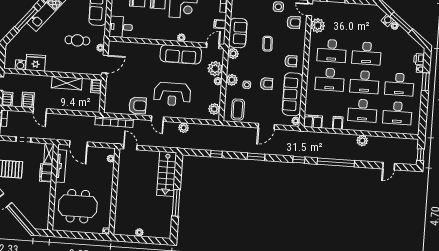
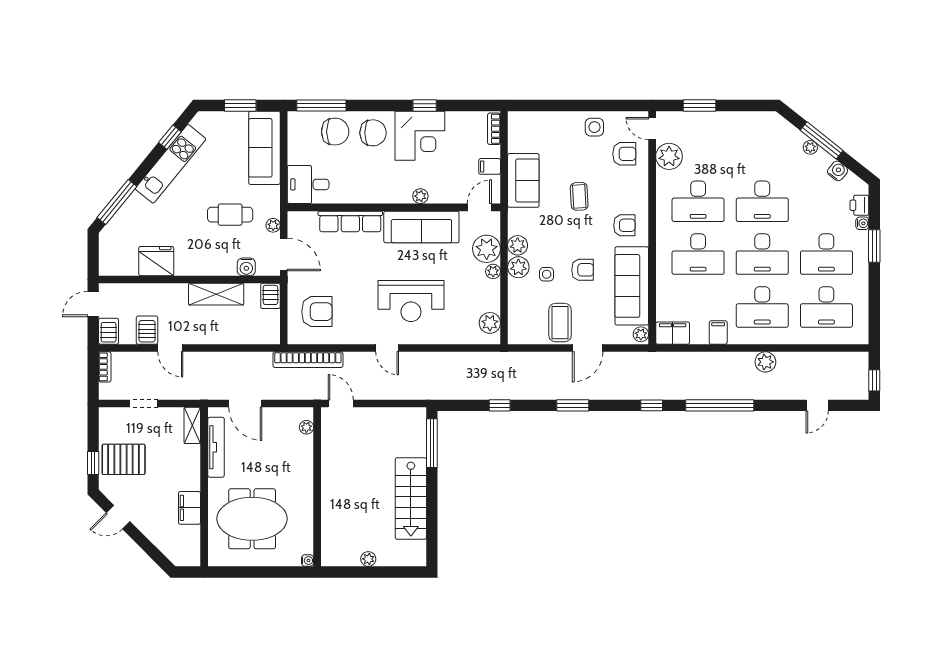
window: (26, 19) -> (117, 202), moved
water cooler: (387, 20) -> (838, 171), moved
row of seats: (142, 49) -> (350, 221), added
plant: (233, 54) -> (518, 245), moved
door: (105, 64) -> (284, 254), hinge flipped
water cooler: (20, 65) -> (246, 267), moved
armchair: (138, 105) -> (317, 312), moved
coffee table: (238, 110) -> (560, 323), moved
plant: (184, 128) -> (436, 361), removed
filing cabinet: (46, 173) -> (190, 508), moved
stairs: (167, 174) -> (411, 498), moved
window: (176, 203) -> (432, 443), moved

